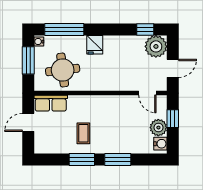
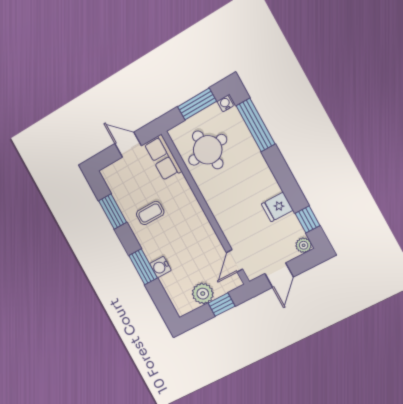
fridge: (95, 45) -> (277, 207), moved
plant: (156, 46) -> (304, 245), width x0.53, depth x0.53
door: (173, 68) -> (279, 275), hinge flipped
water cooler: (160, 144) -> (160, 267), moved, turned 90
window: (82, 159) -> (113, 211), moved

